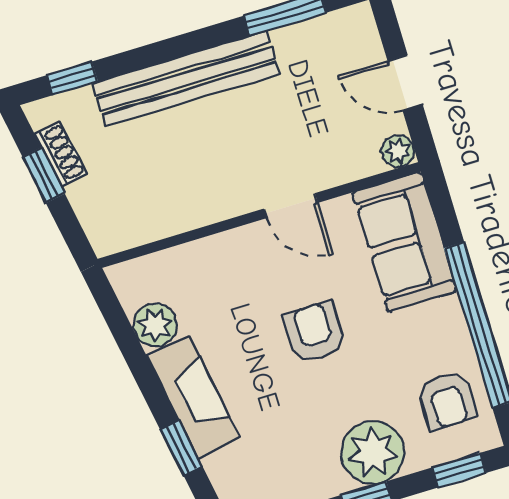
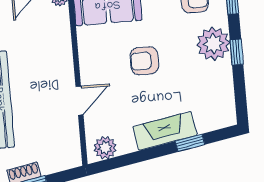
door: (291, 206) -> (80, 101), moved
plant: (155, 325) -> (105, 148), moved

